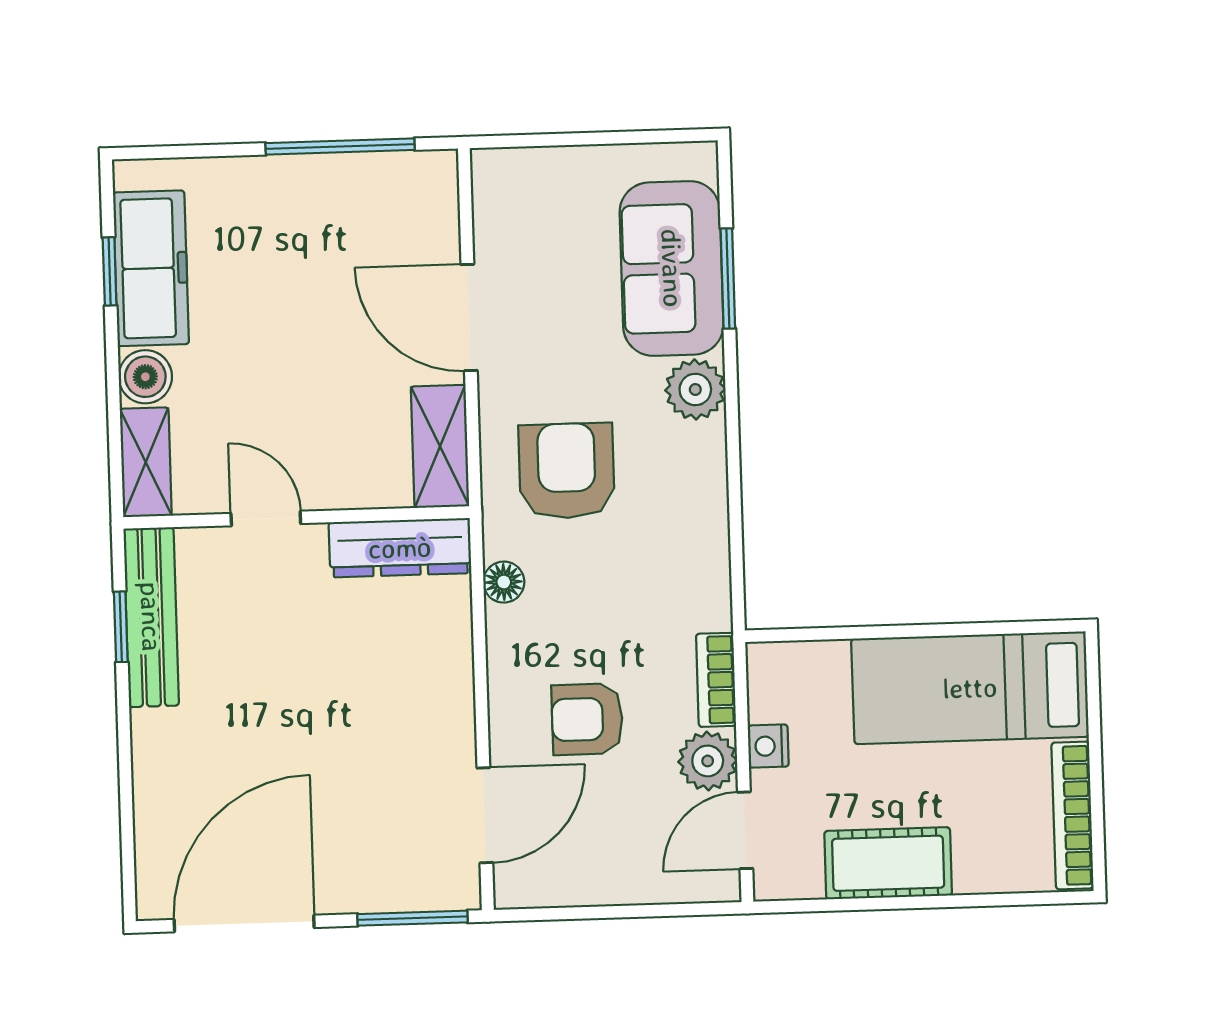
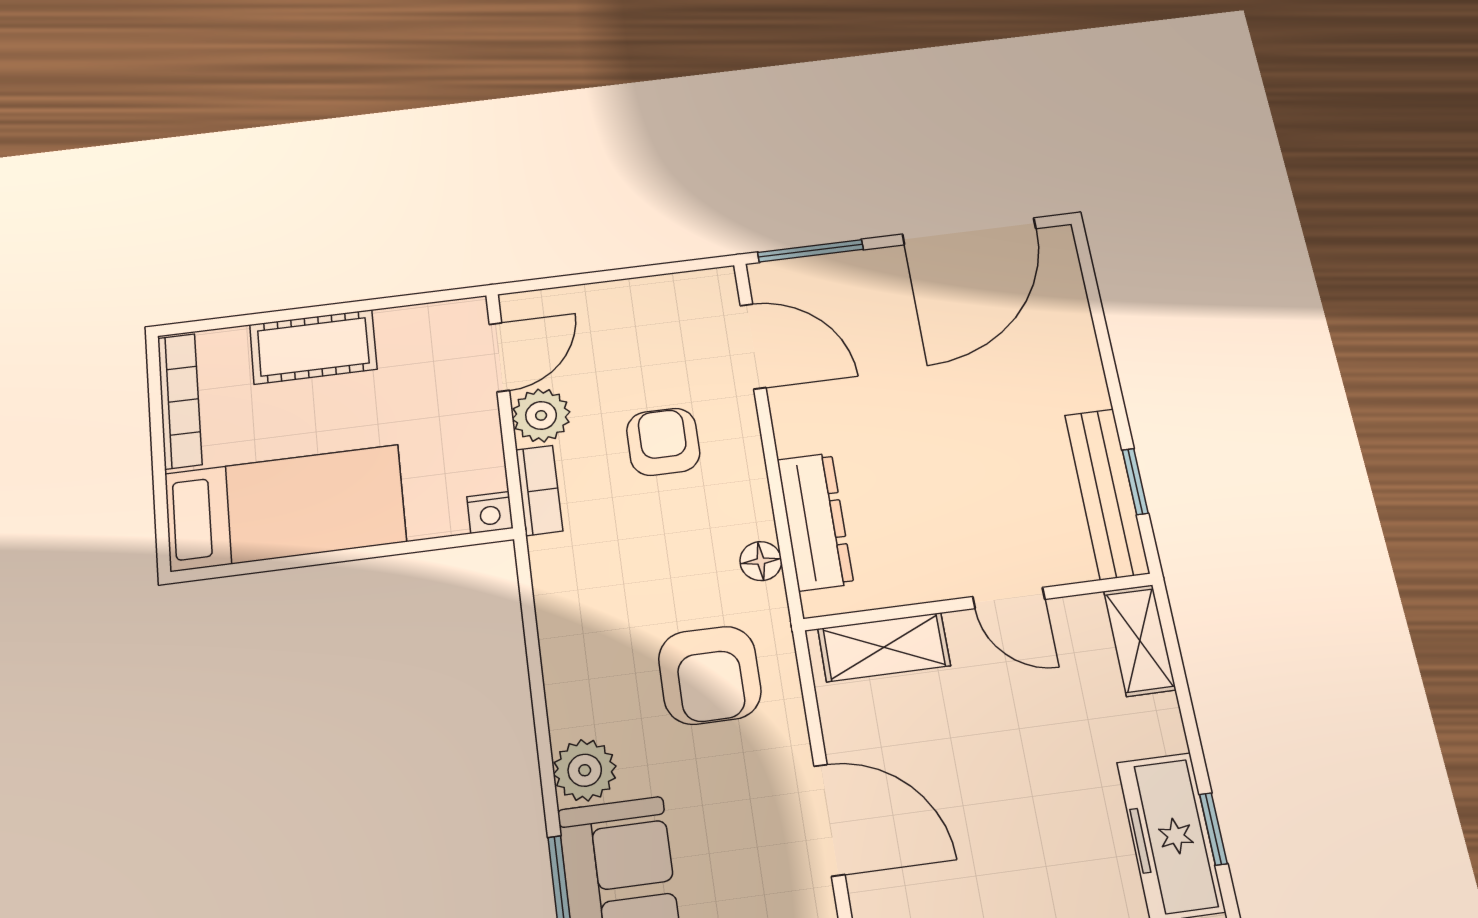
boiler: (145, 377) -> (1156, 725), removed
shelving: (440, 446) -> (884, 647), moved, turned 90
dresser: (400, 548) -> (815, 521), moved, turned 90
armchair: (587, 719) -> (663, 442), turned -90
nightstand: (768, 746) -> (490, 512), moved, turned 90
door: (485, 815) -> (753, 346), swing flipped
cot: (888, 863) -> (313, 347), moved

